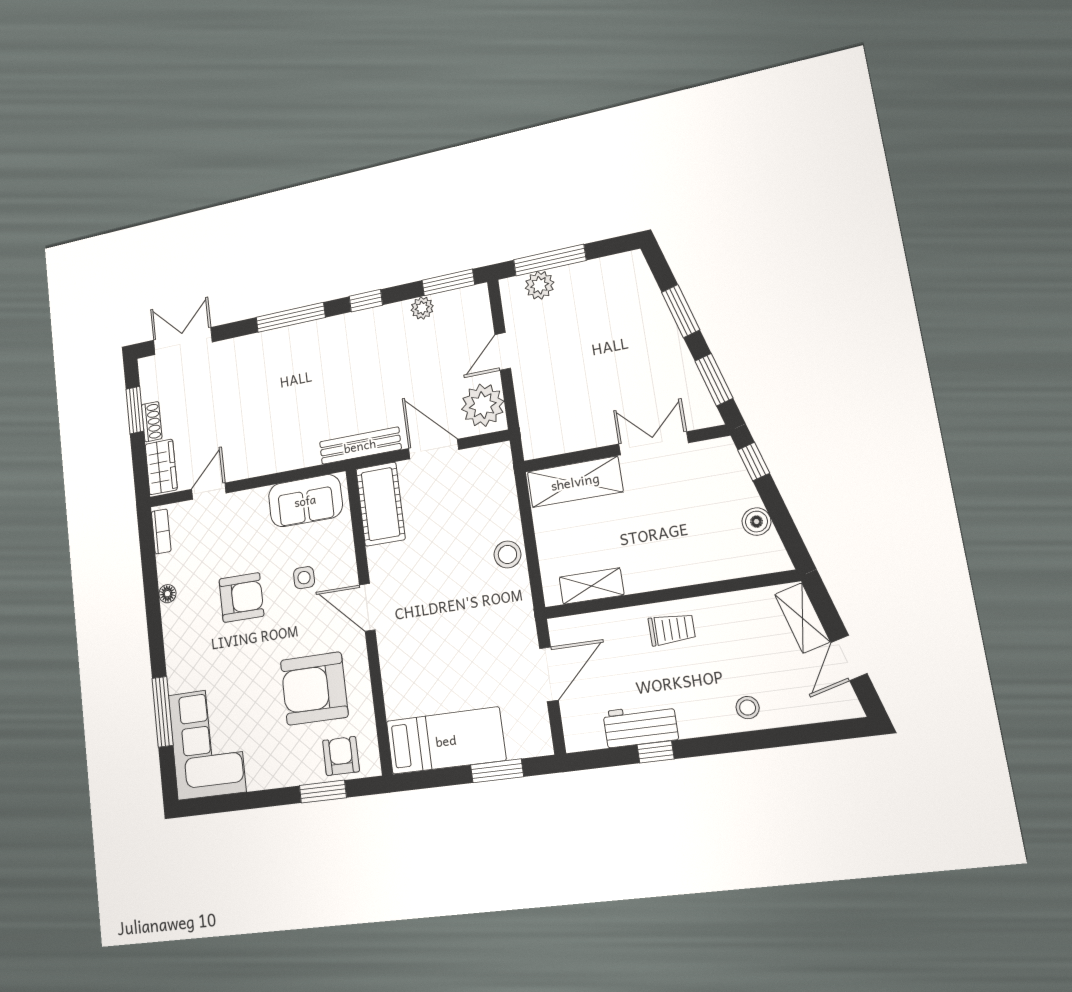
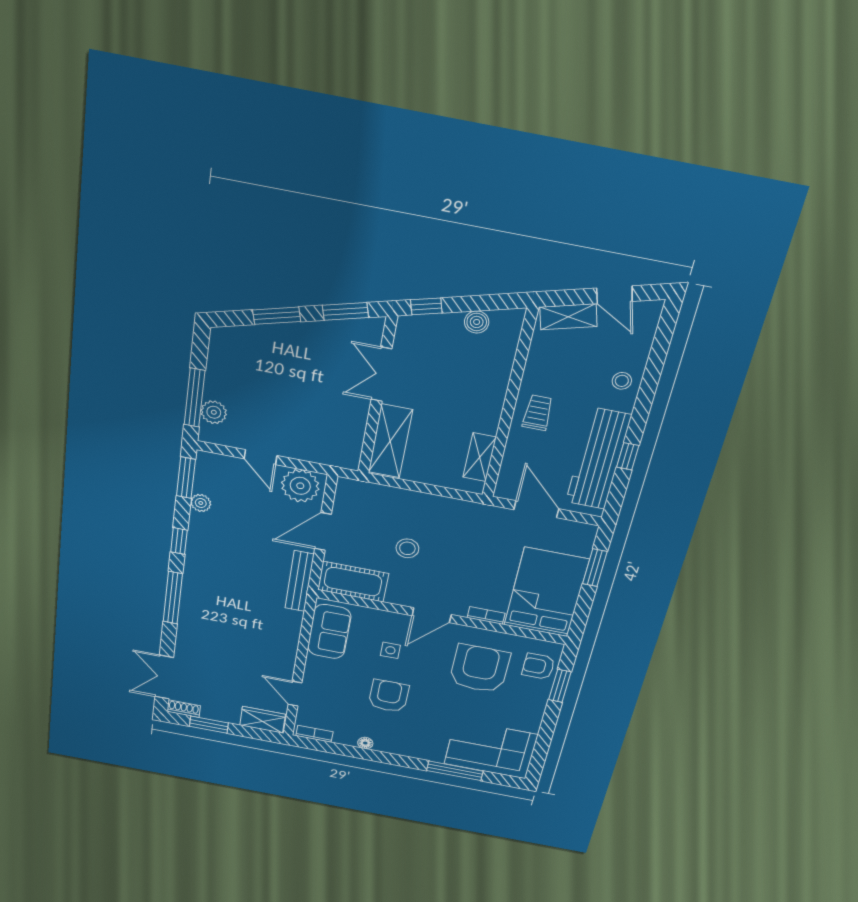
shoe rack: (152, 422) -> (184, 709), moved
stool: (507, 554) -> (407, 548), moved
bookcase: (389, 669) -> (486, 616), added
armchair: (314, 689) -> (480, 669), turned 180
workbench: (640, 725) -> (598, 459), width x1.88, depth x1.32
bed: (446, 741) -> (546, 592), width x1.50

